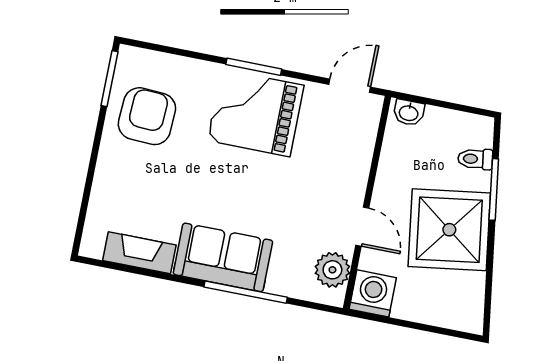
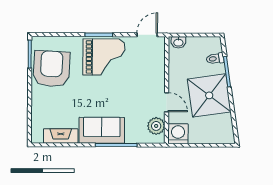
grand piano: (256, 113) -> (104, 57), turned 180
armchair: (147, 116) -> (51, 69), width x1.36, depth x1.36

